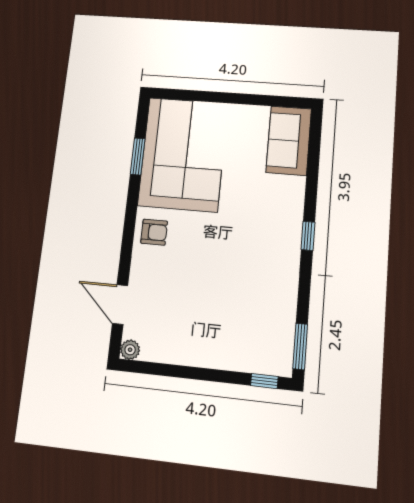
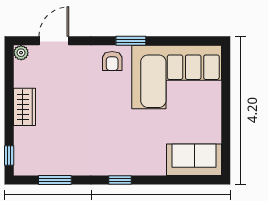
window: (138, 157) -> (131, 41), moved
window: (300, 346) -> (55, 180), moved
wardrobe: (201, 353) -> (24, 107), added

